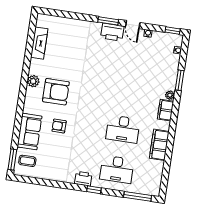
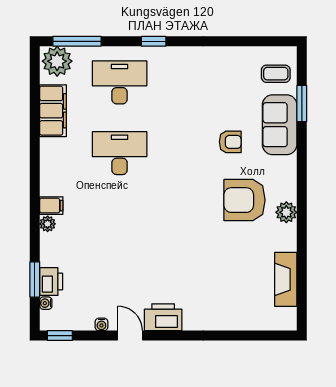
window: (108, 21) -> (173, 336), removed
window: (180, 80) -> (35, 279), moved
filing cabinet: (165, 110) -> (51, 206), width x0.50
filing cabinet: (159, 145) -> (53, 111), moved
window: (12, 159) -> (302, 104), moved
printer: (83, 179) -> (51, 282), moved, turned -90
plant: (151, 187) -> (57, 61), added

